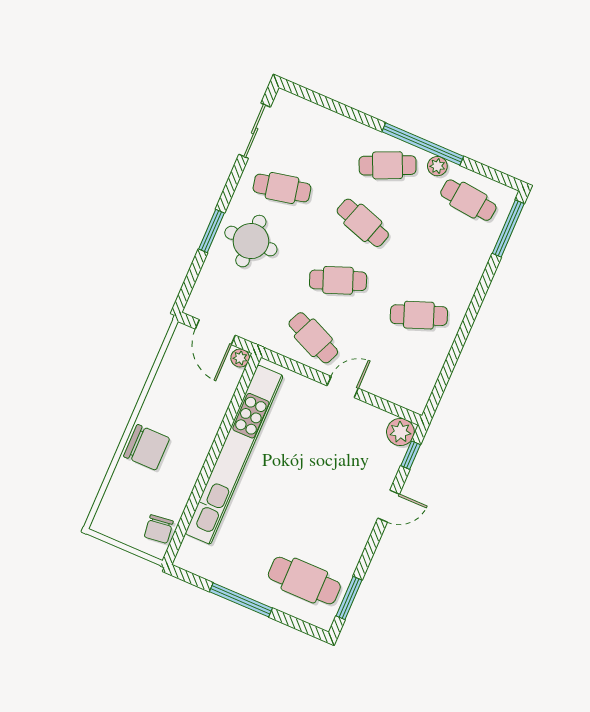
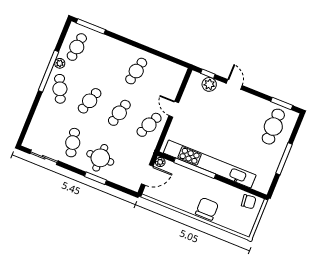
cafe table: (338, 280) -> (119, 113), turned 36
cafe table: (419, 315) -> (136, 71), turned 33
window: (226, 425) -> (195, 168), added
plant: (400, 432) -> (209, 84), moved

